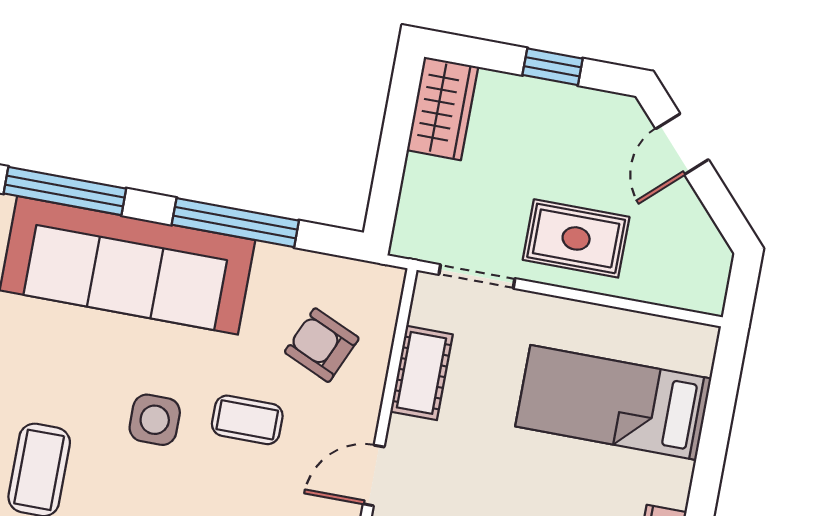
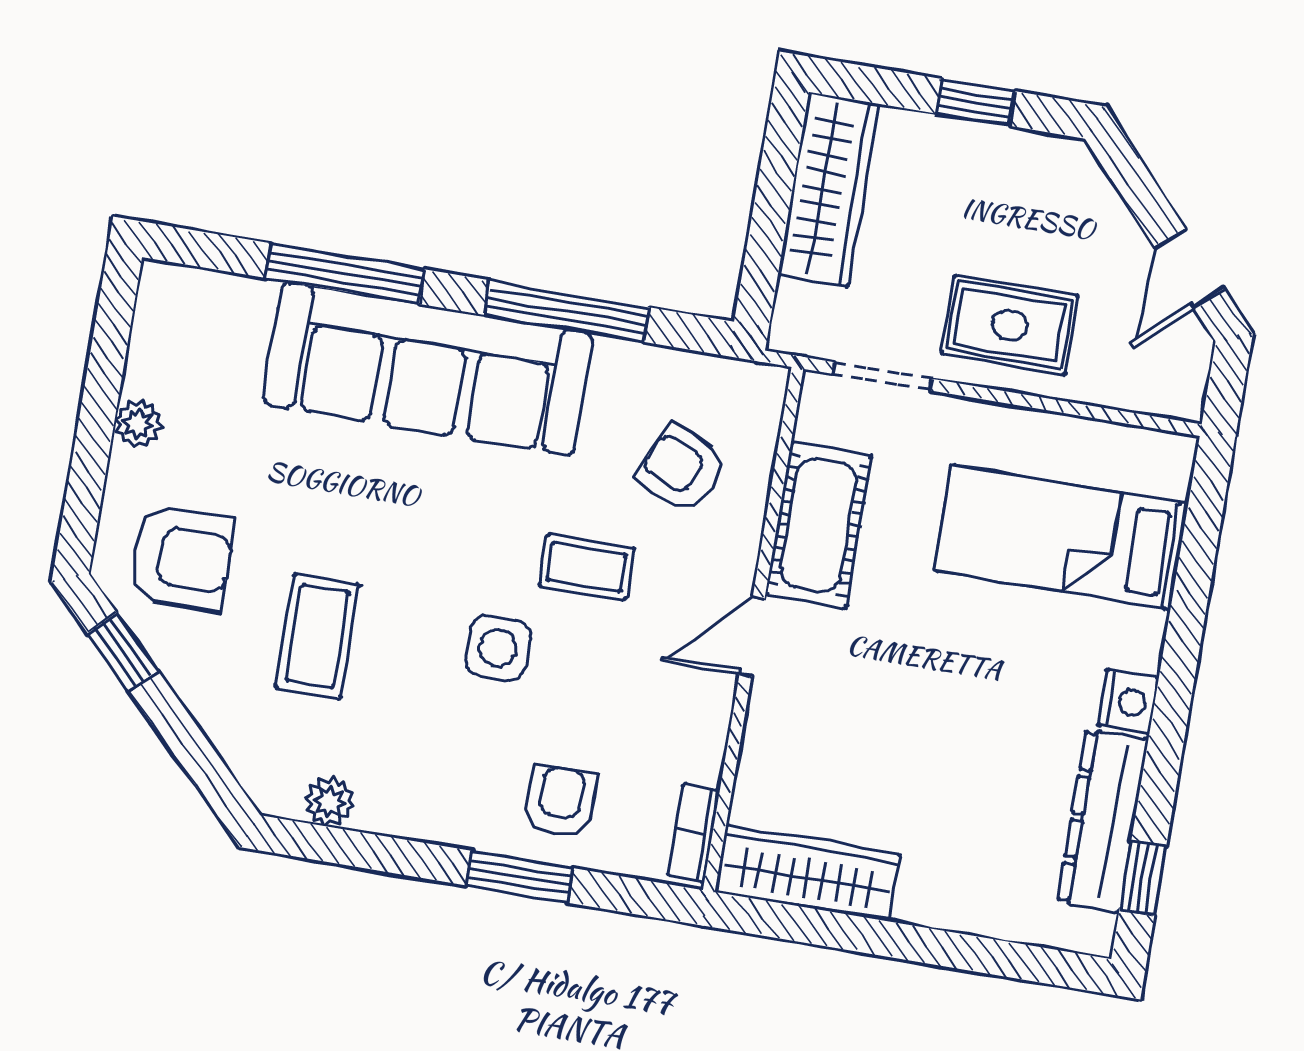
wardrobe: (442, 108) -> (828, 189), width x1.50
door: (682, 144) -> (1189, 268), moved
cot: (421, 373) -> (819, 525), width x1.37, depth x1.34
side table: (155, 420) -> (498, 648), moved

